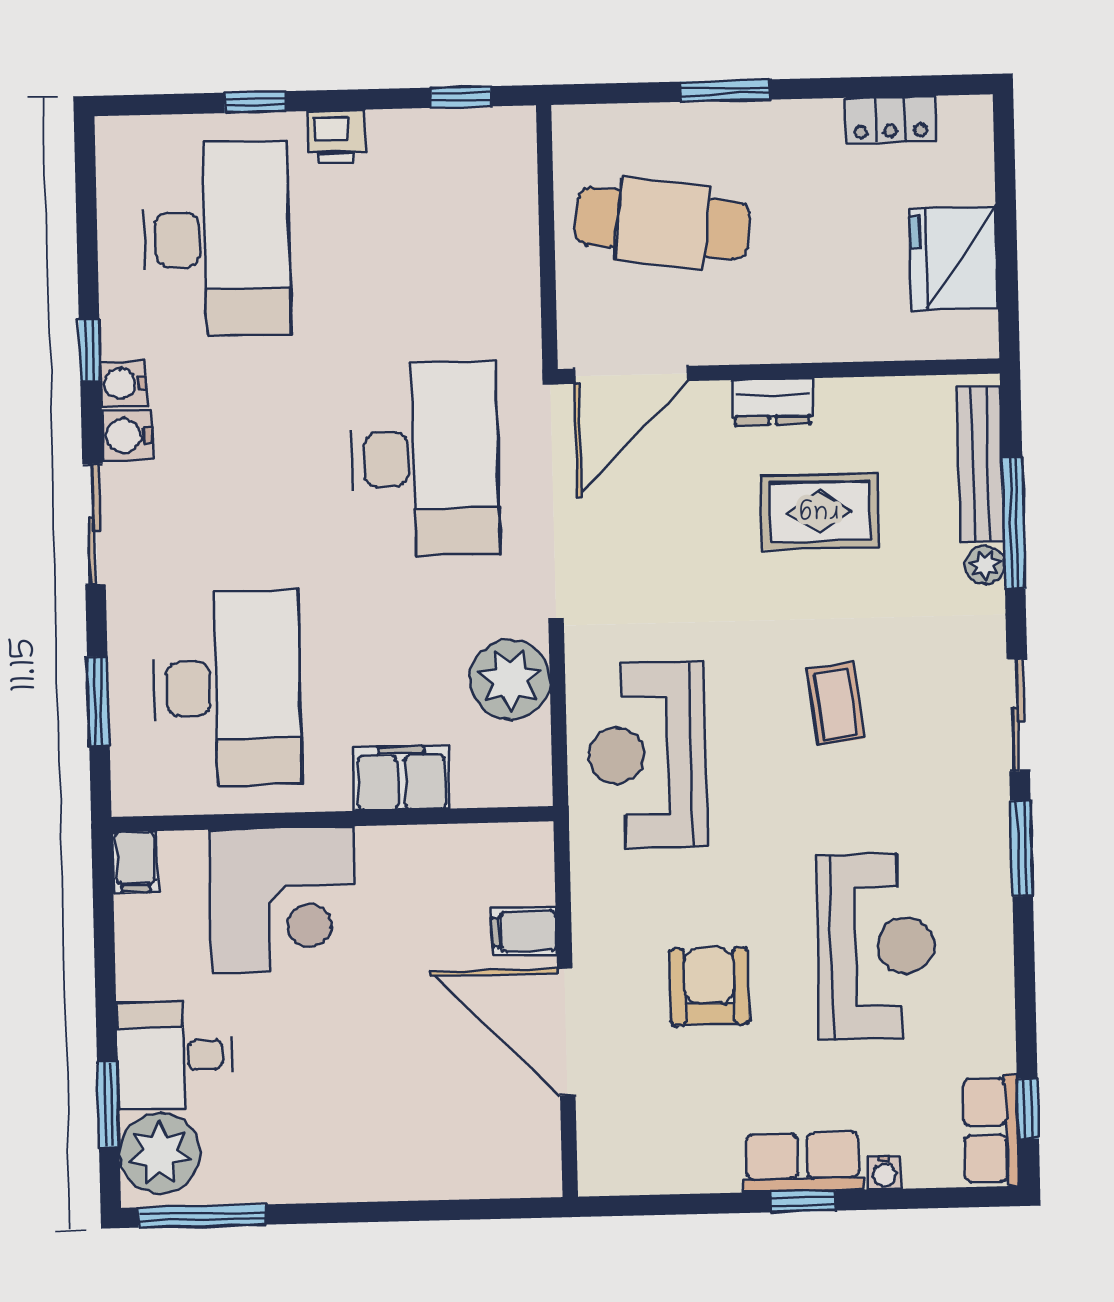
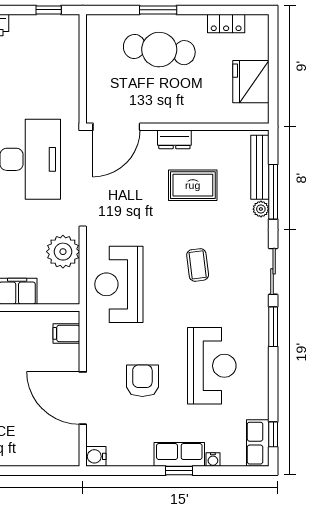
cafe table: (662, 223) -> (159, 50), moved
filing cabinet: (524, 931) -> (66, 333), moved
water cooler: (601, 1172) -> (96, 456), added

